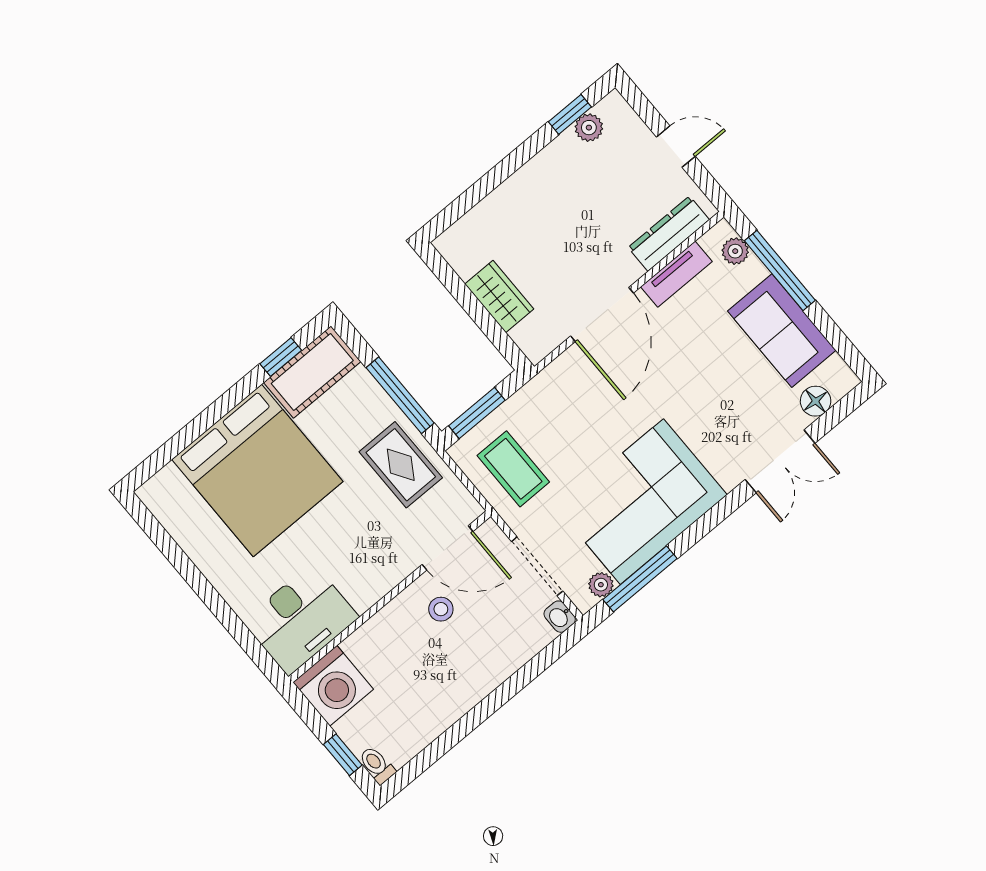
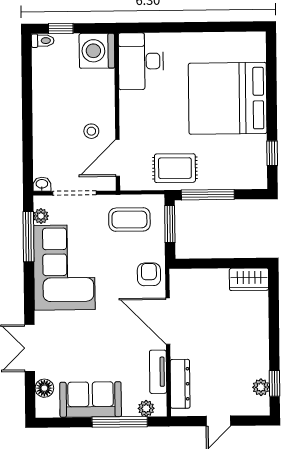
wardrobe: (499, 297) -> (249, 279), moved
cot: (312, 372) -> (253, 162), removed
armchair: (562, 387) -> (149, 274), added

